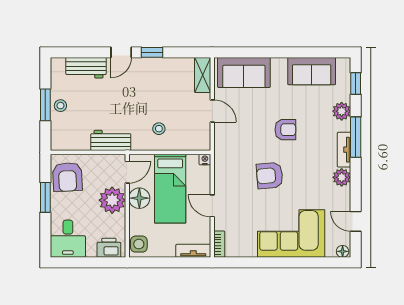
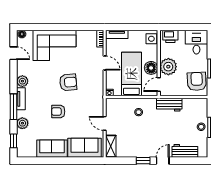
sofa: (312, 71) -> (52, 149), moved

